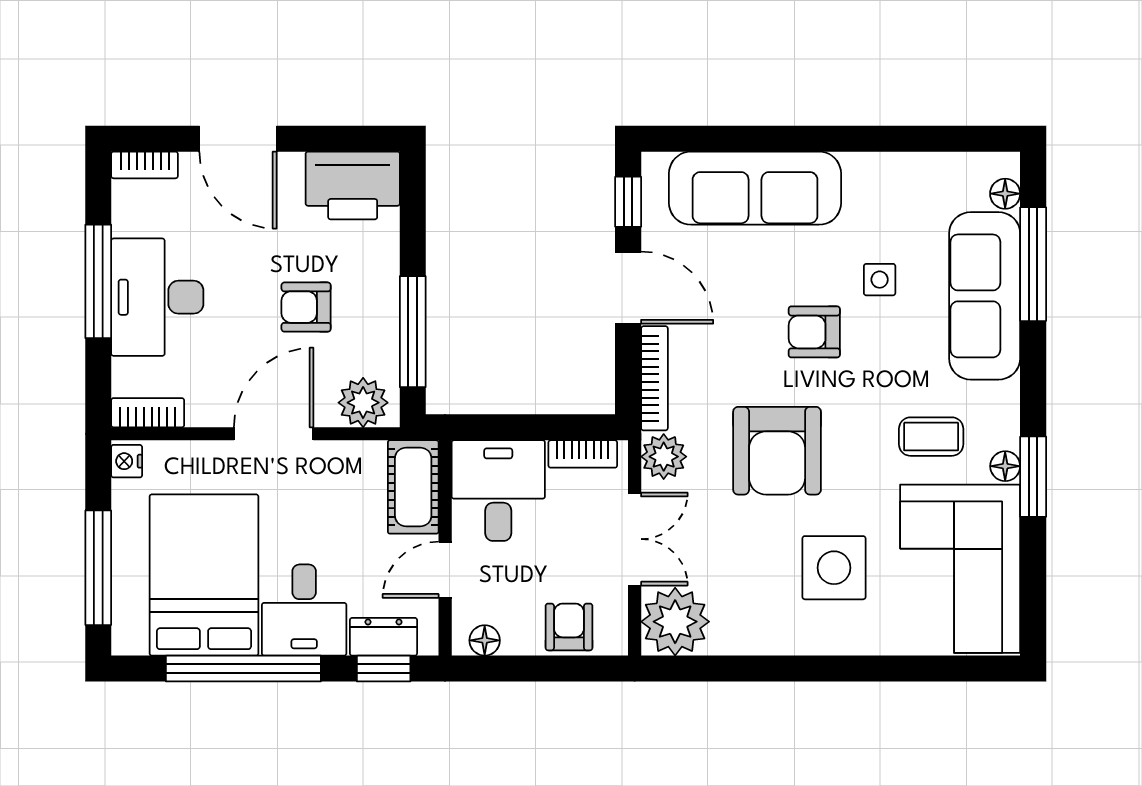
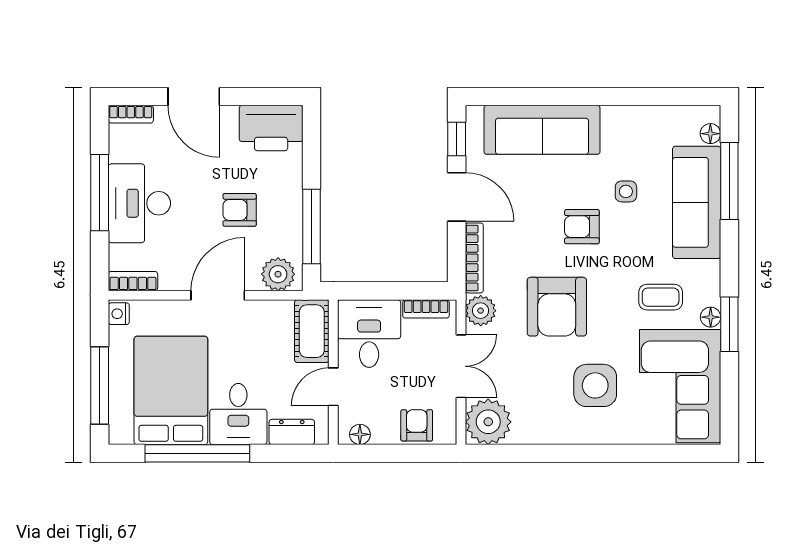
window: (384, 669) -> (292, 453), removed

